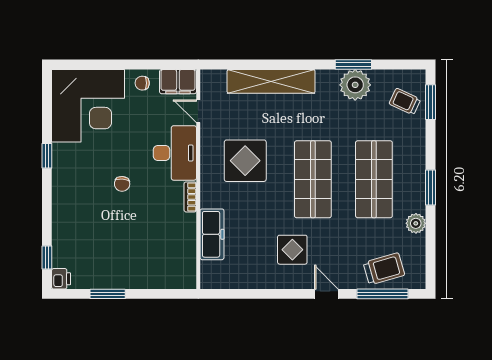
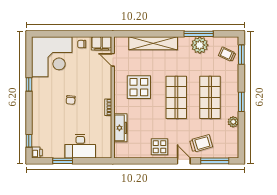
window: (353, 65) -> (199, 34), width x1.44
desk: (175, 153) -> (80, 146), moved, turned 90
display table: (292, 250) -> (159, 147), moved
trolley: (384, 269) -> (201, 143), moved

